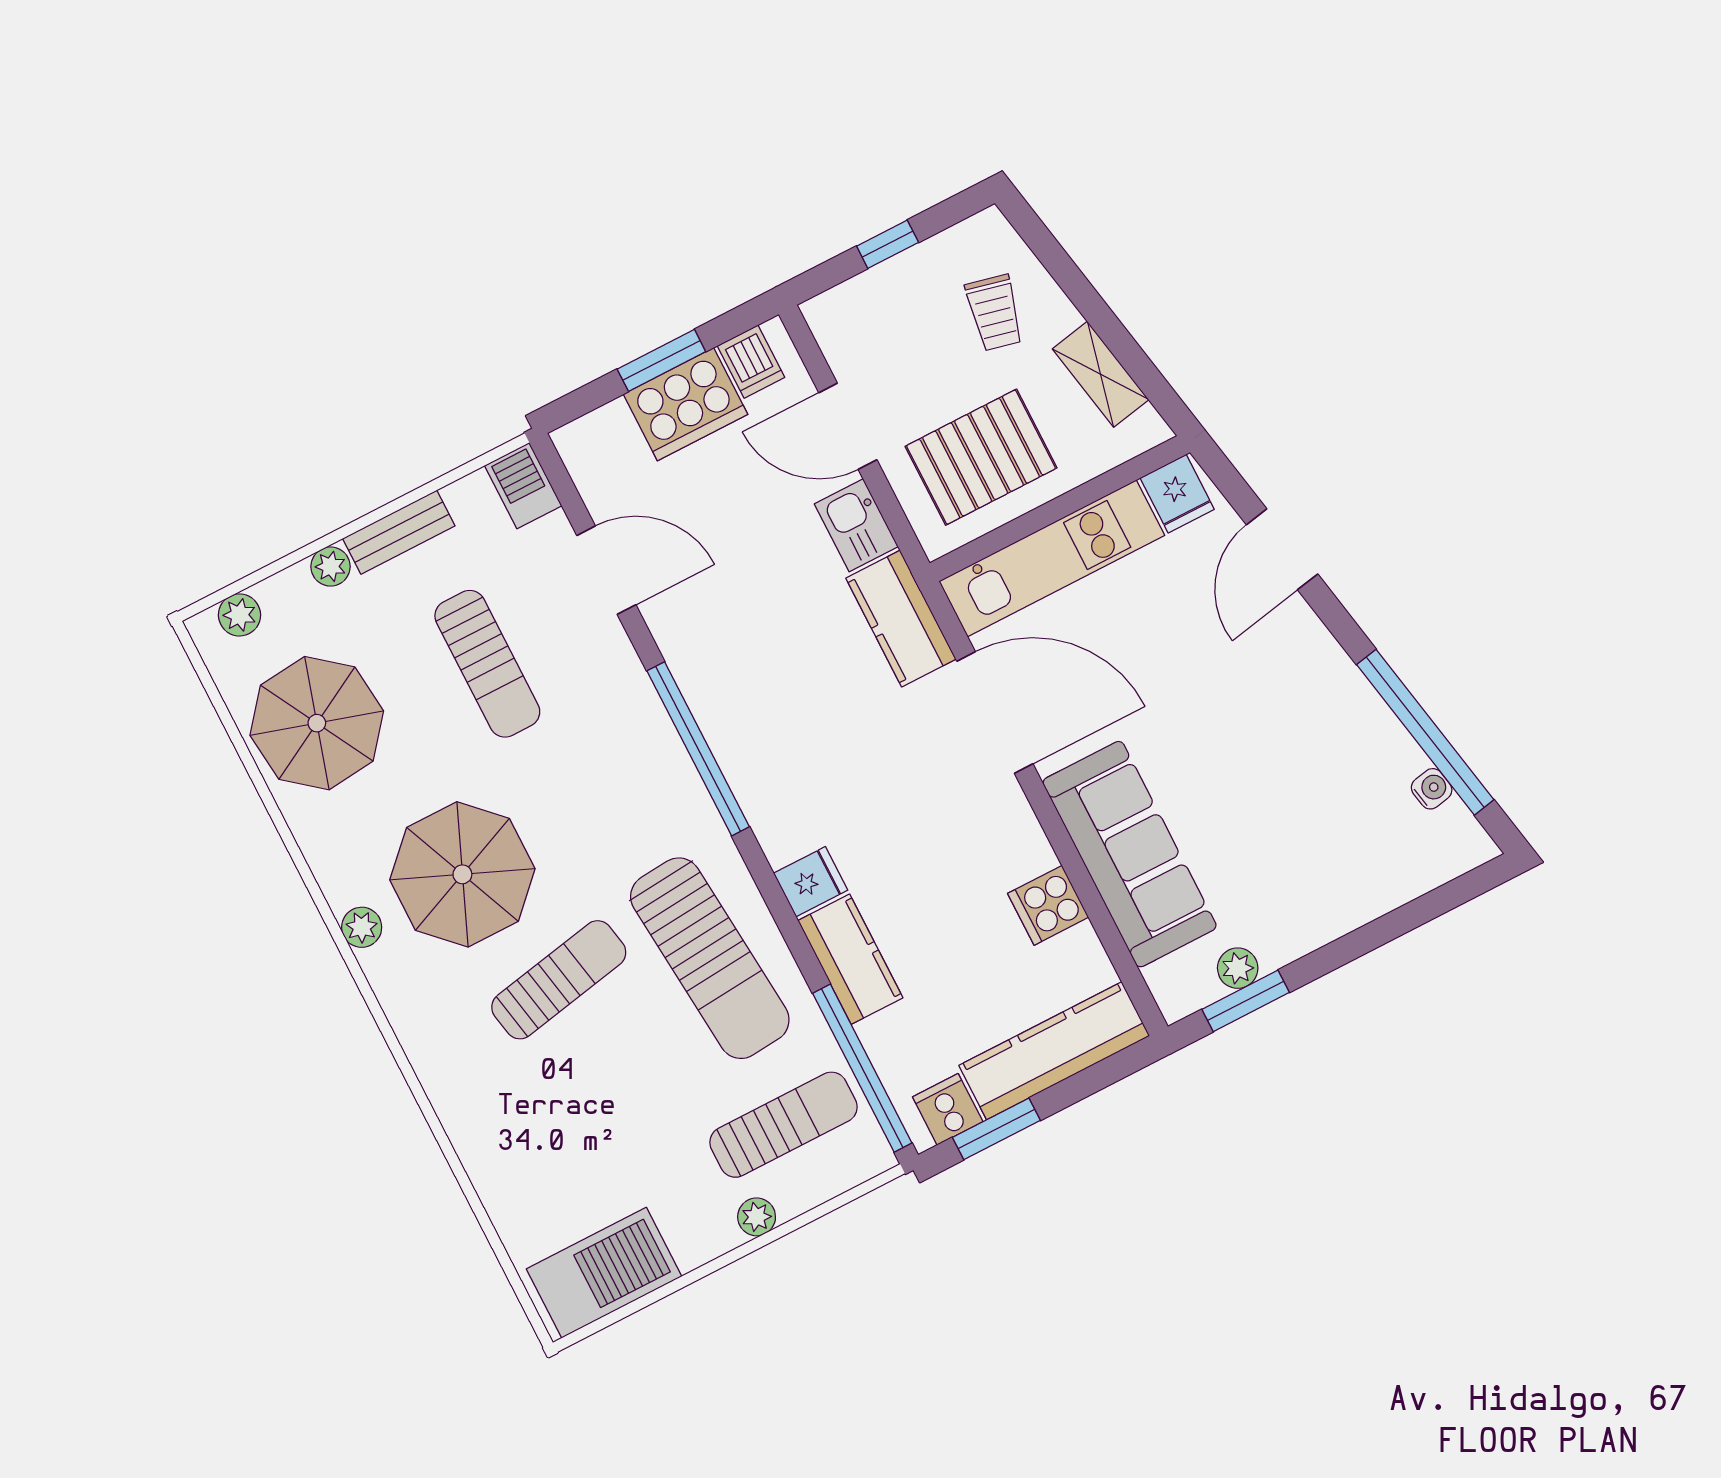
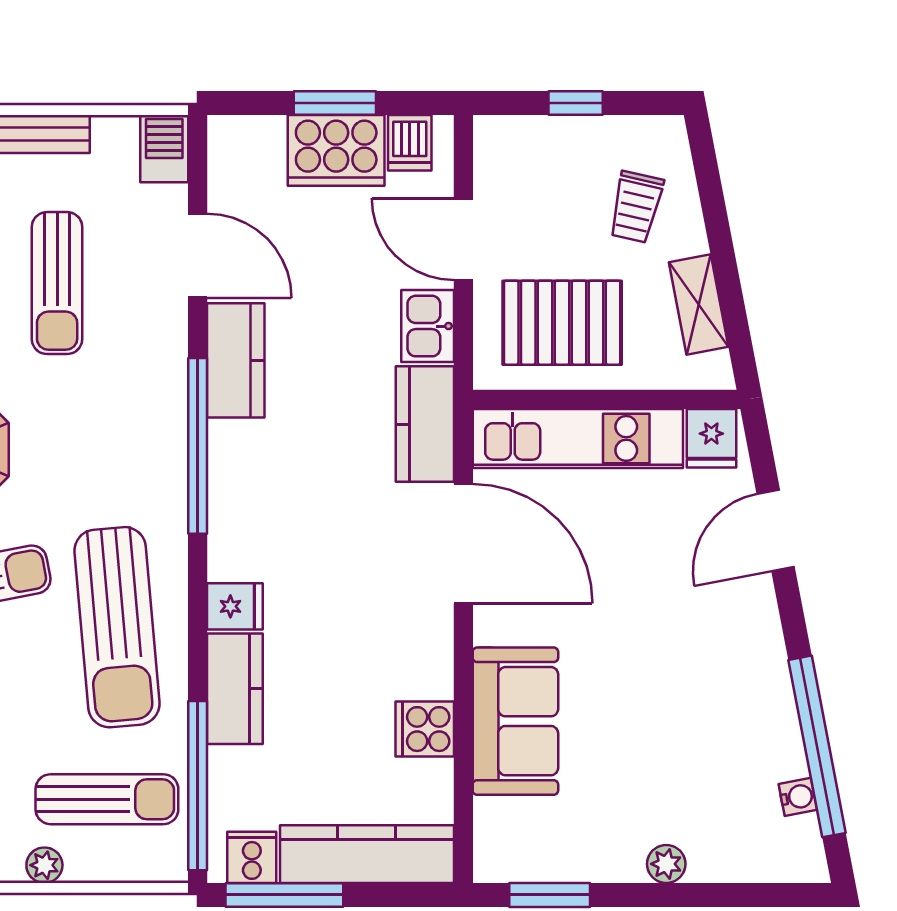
kitchen counter: (693, 650) -> (236, 360), added
sofa: (1130, 854) -> (515, 721), width x0.73
plant: (1238, 968) -> (666, 864), moved
window: (996, 1129) -> (284, 895), width x1.44

